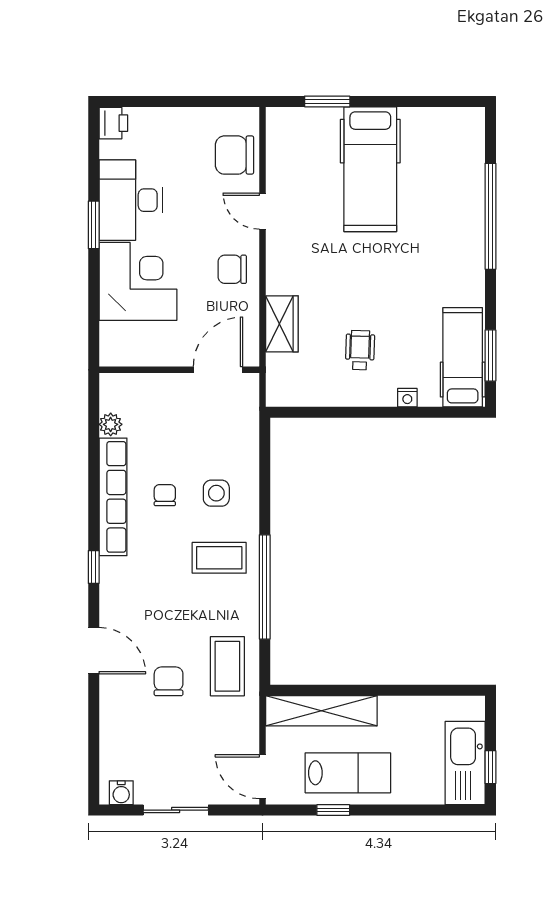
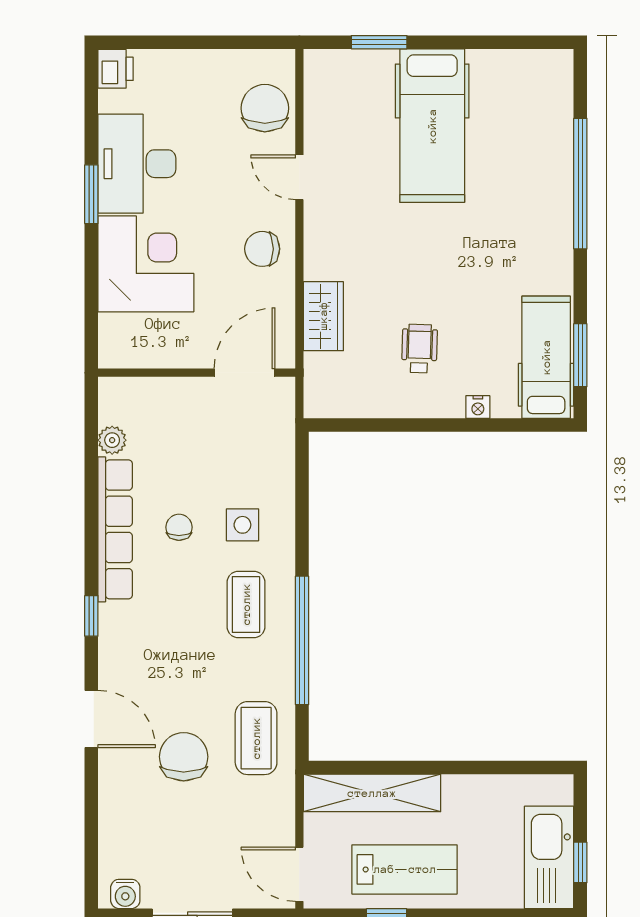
chair: (235, 155) -> (265, 108), turned 90
coffee table: (219, 558) -> (246, 604), turned 90
chair: (169, 681) -> (184, 757), width x1.37, depth x1.37

